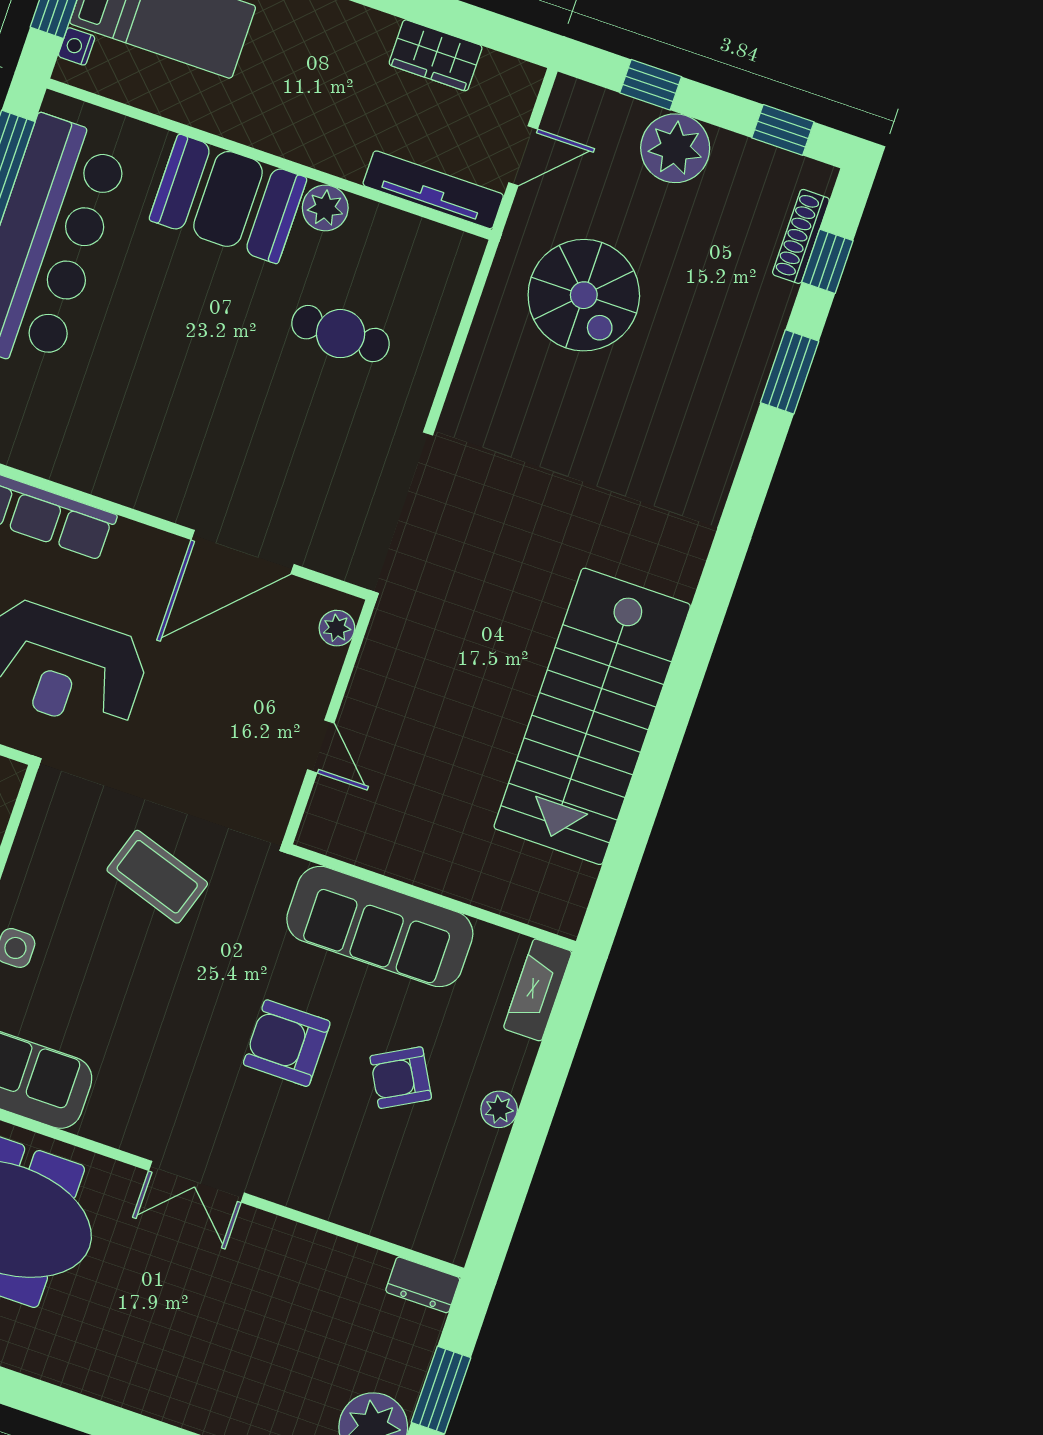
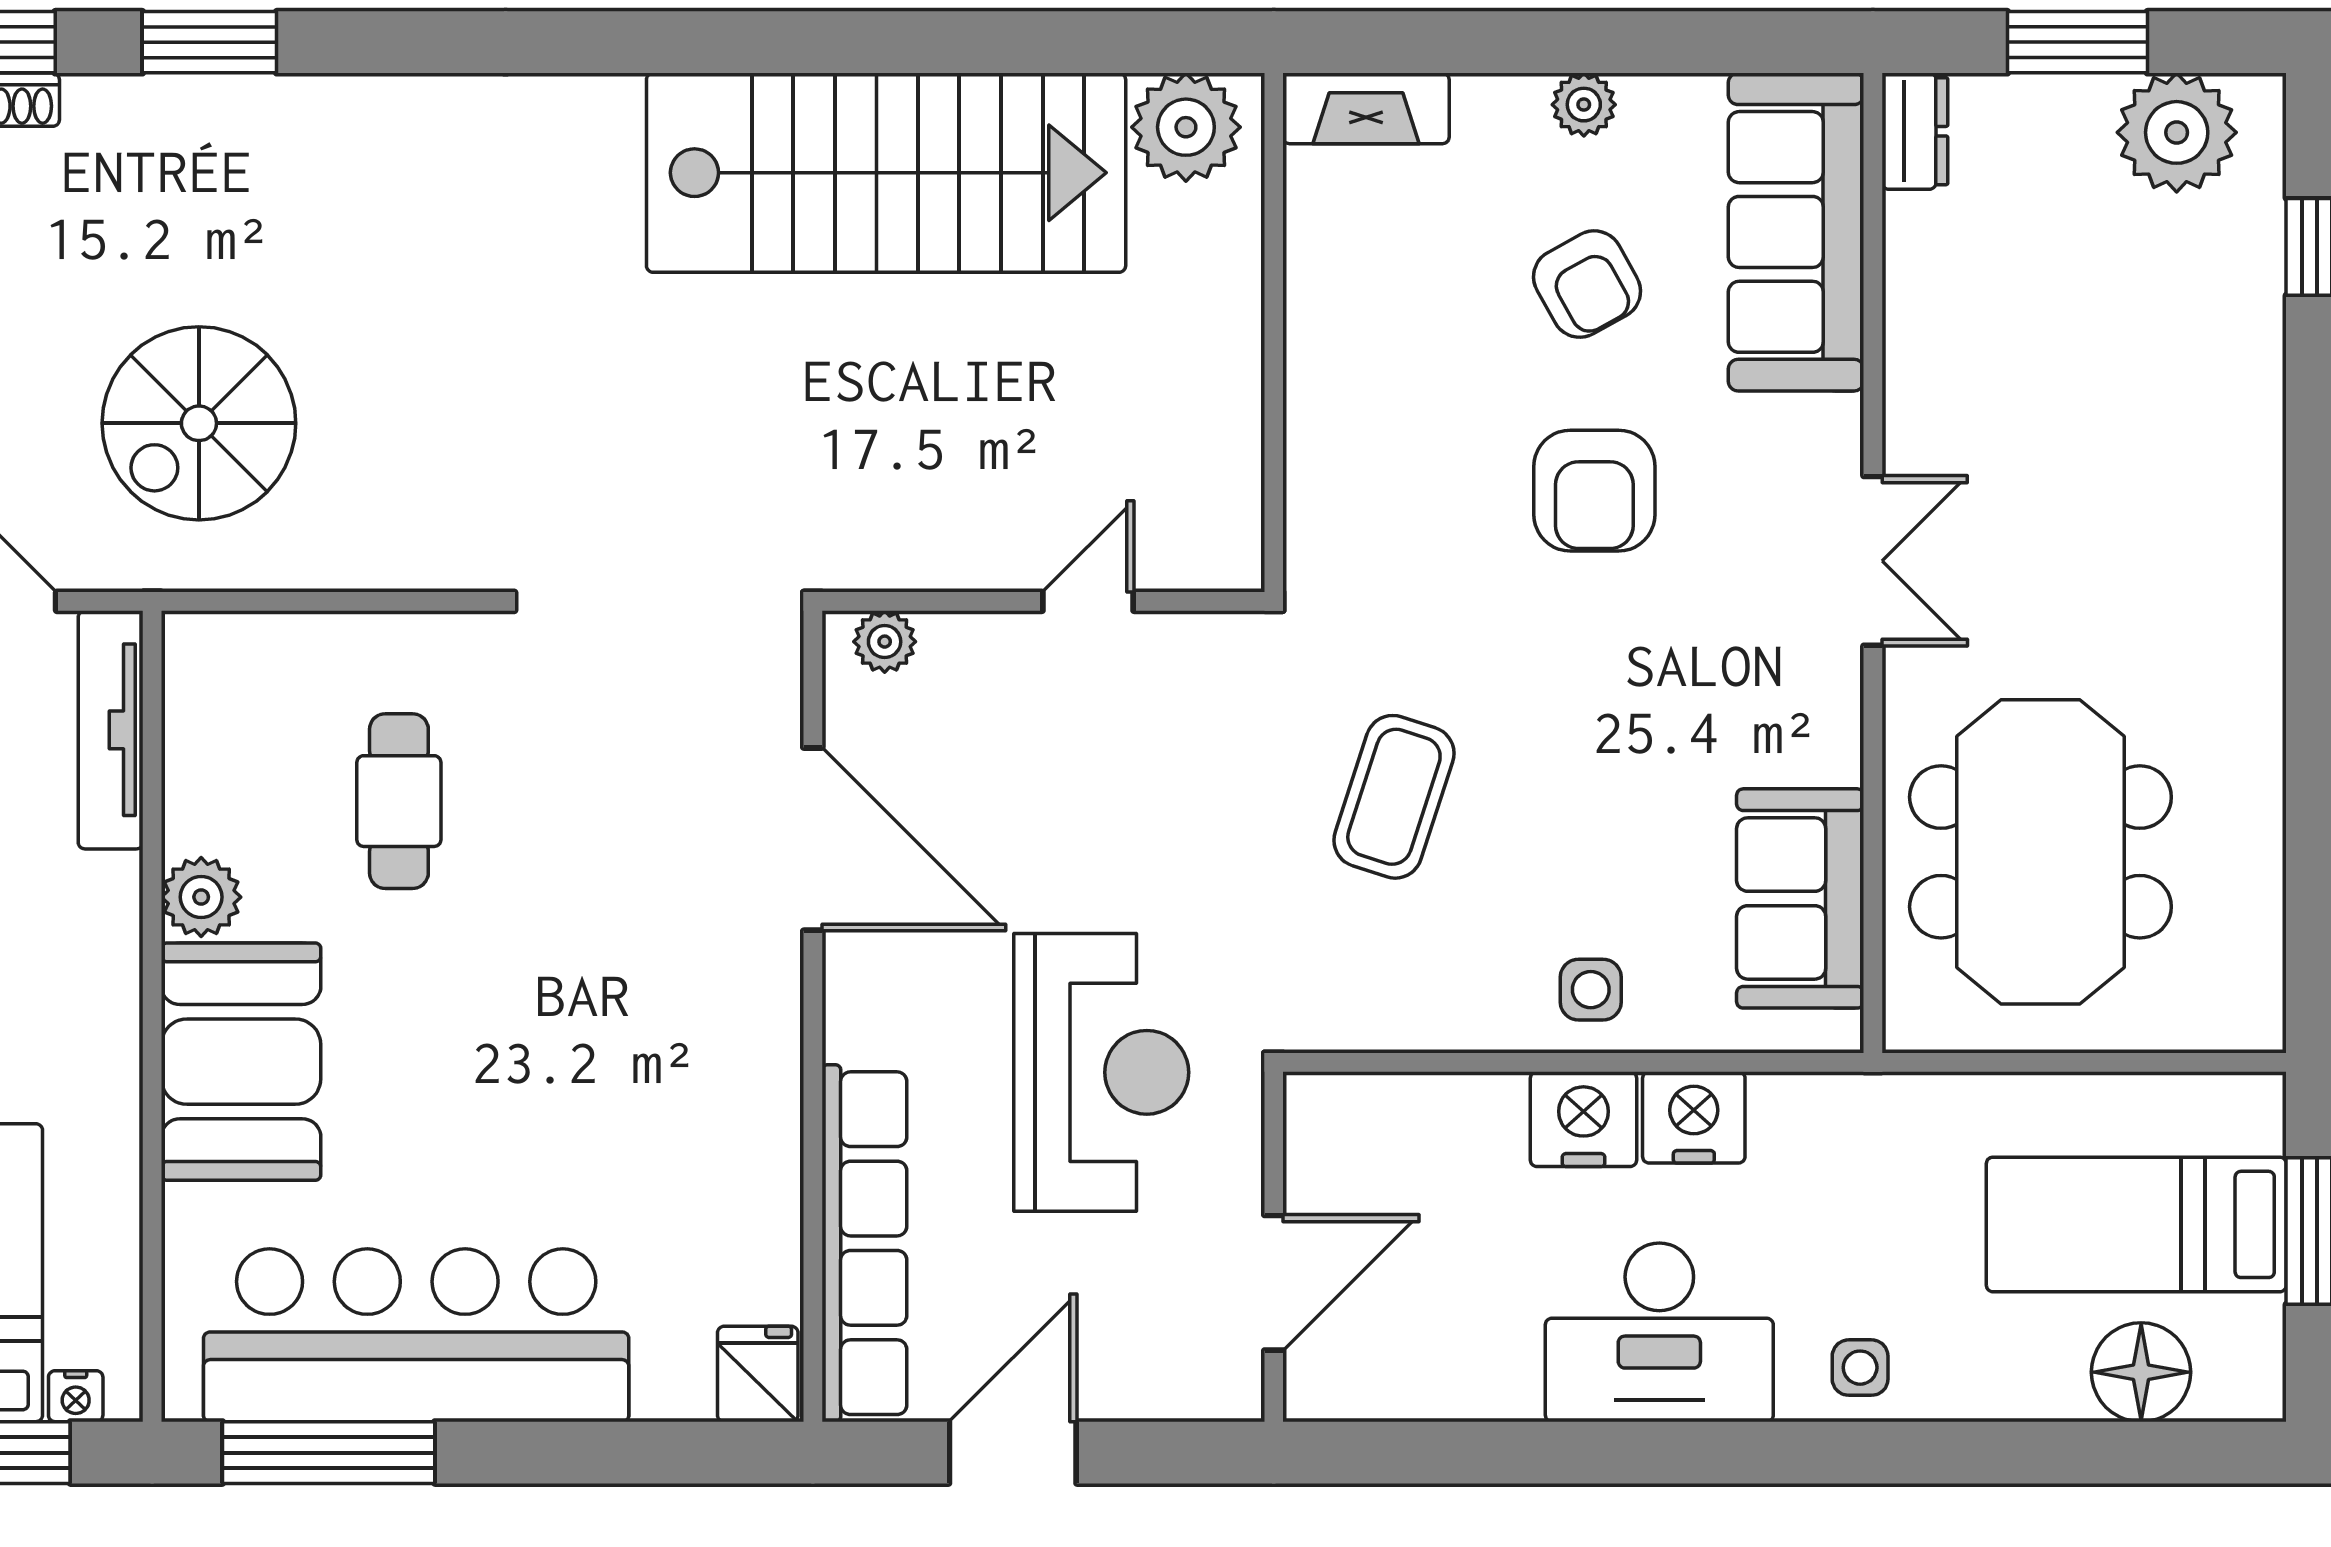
spiral stairs: (584, 295) -> (199, 423), turned 180
plant: (561, 888) -> (1186, 127), added
sofa: (380, 927) -> (1796, 232), moved, turned 180

